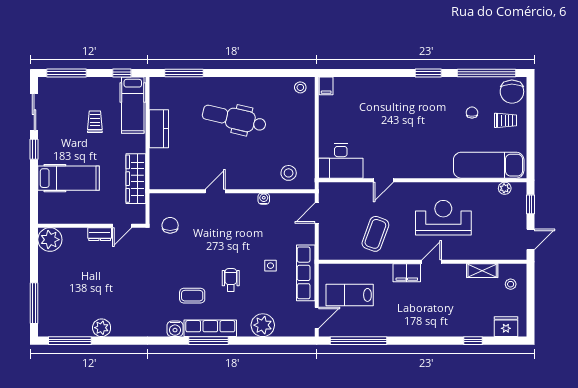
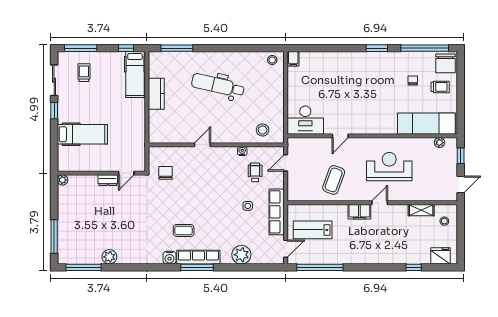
trolley: (95, 122) -> (84, 73), moved
wardrobe: (136, 179) -> (137, 135), removed
plant: (50, 240) -> (62, 180), width x0.53, depth x0.53
wheelchair: (231, 280) -> (255, 172), moved

